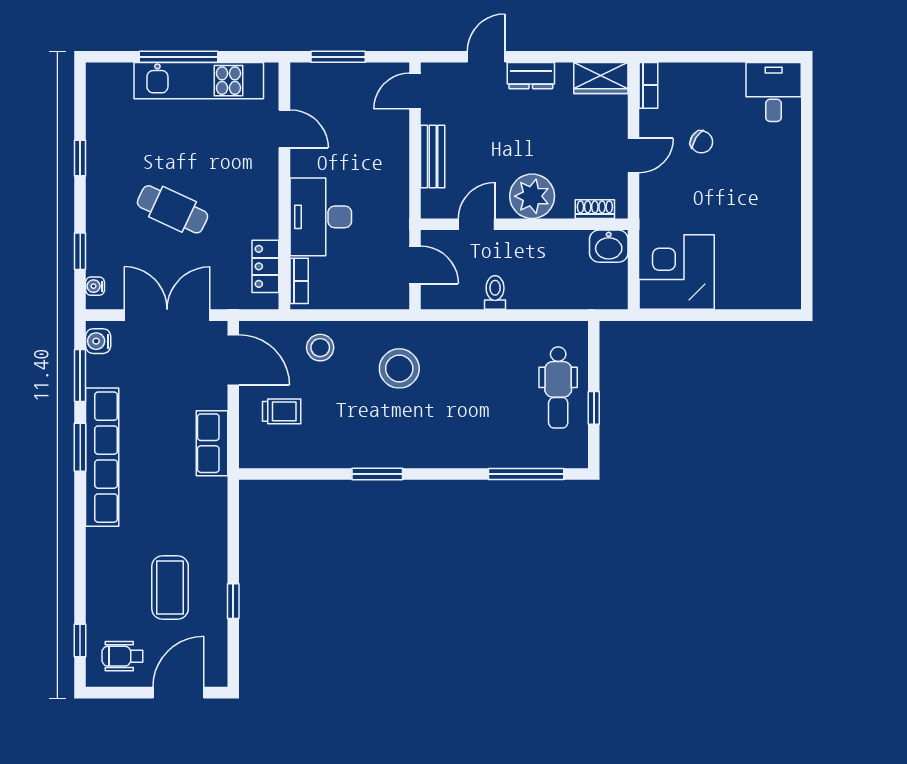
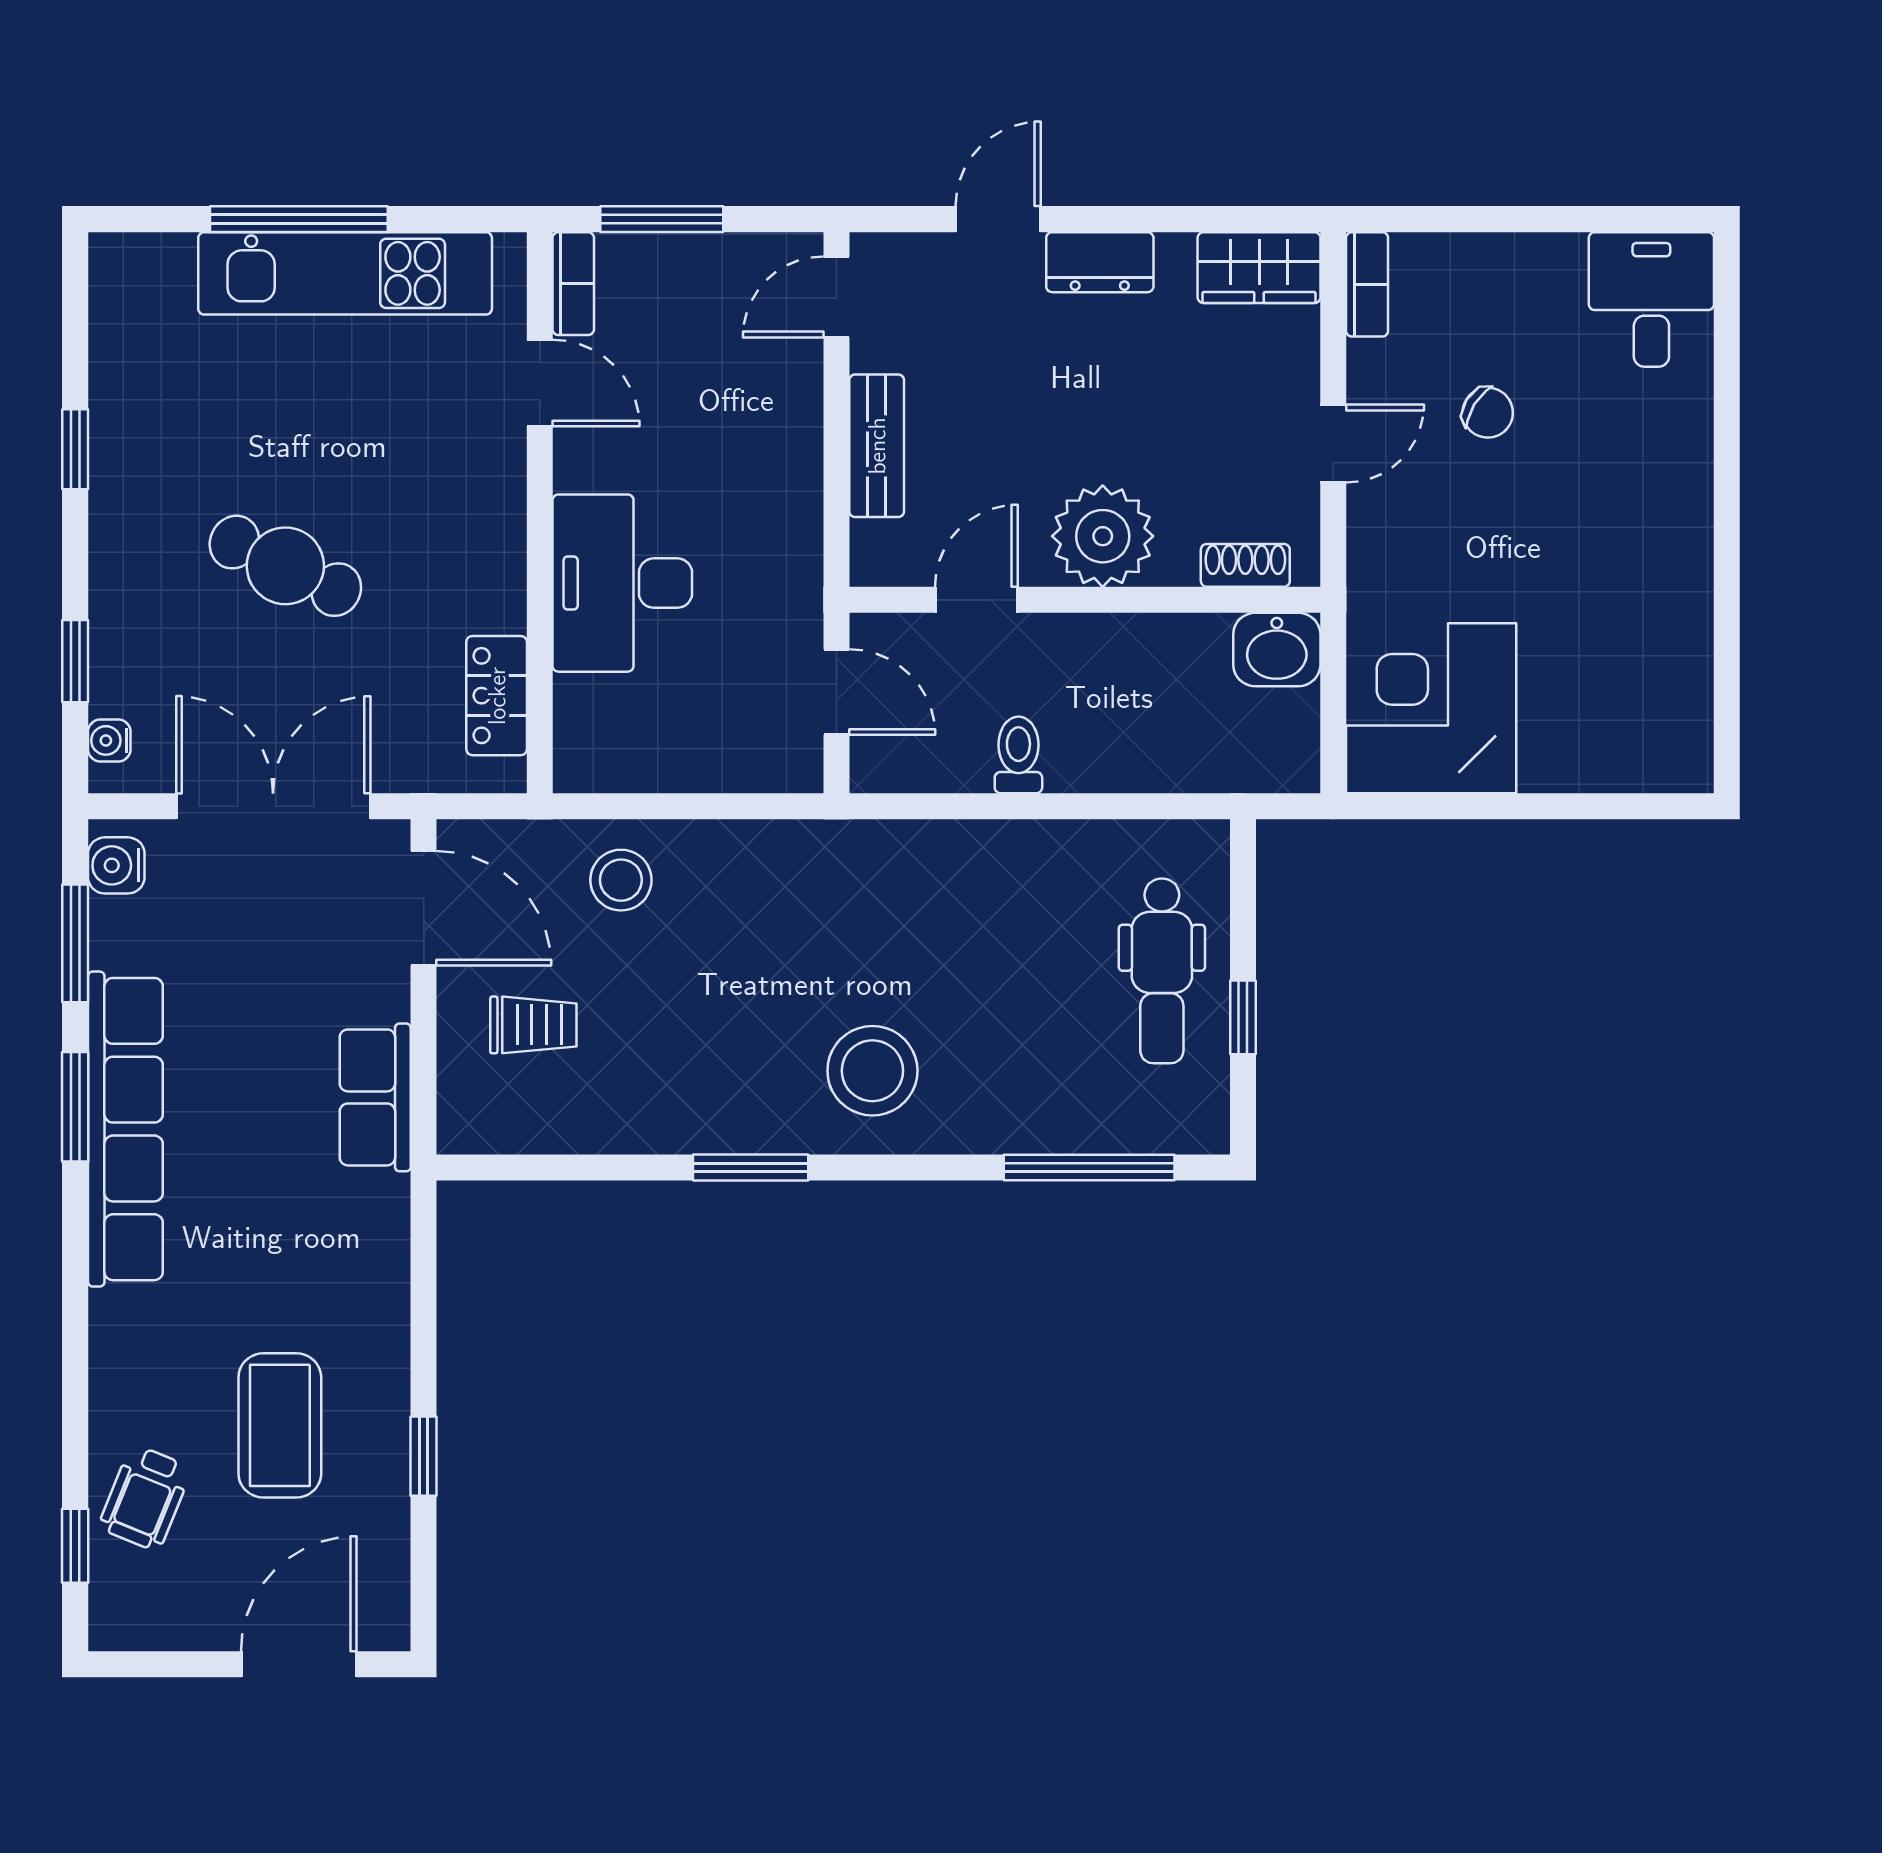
bookcase: (299, 281) -> (573, 284), moved
stool: (399, 368) -> (872, 1071), moved
wheelchair: (122, 656) -> (145, 1498), moved, turned -68

